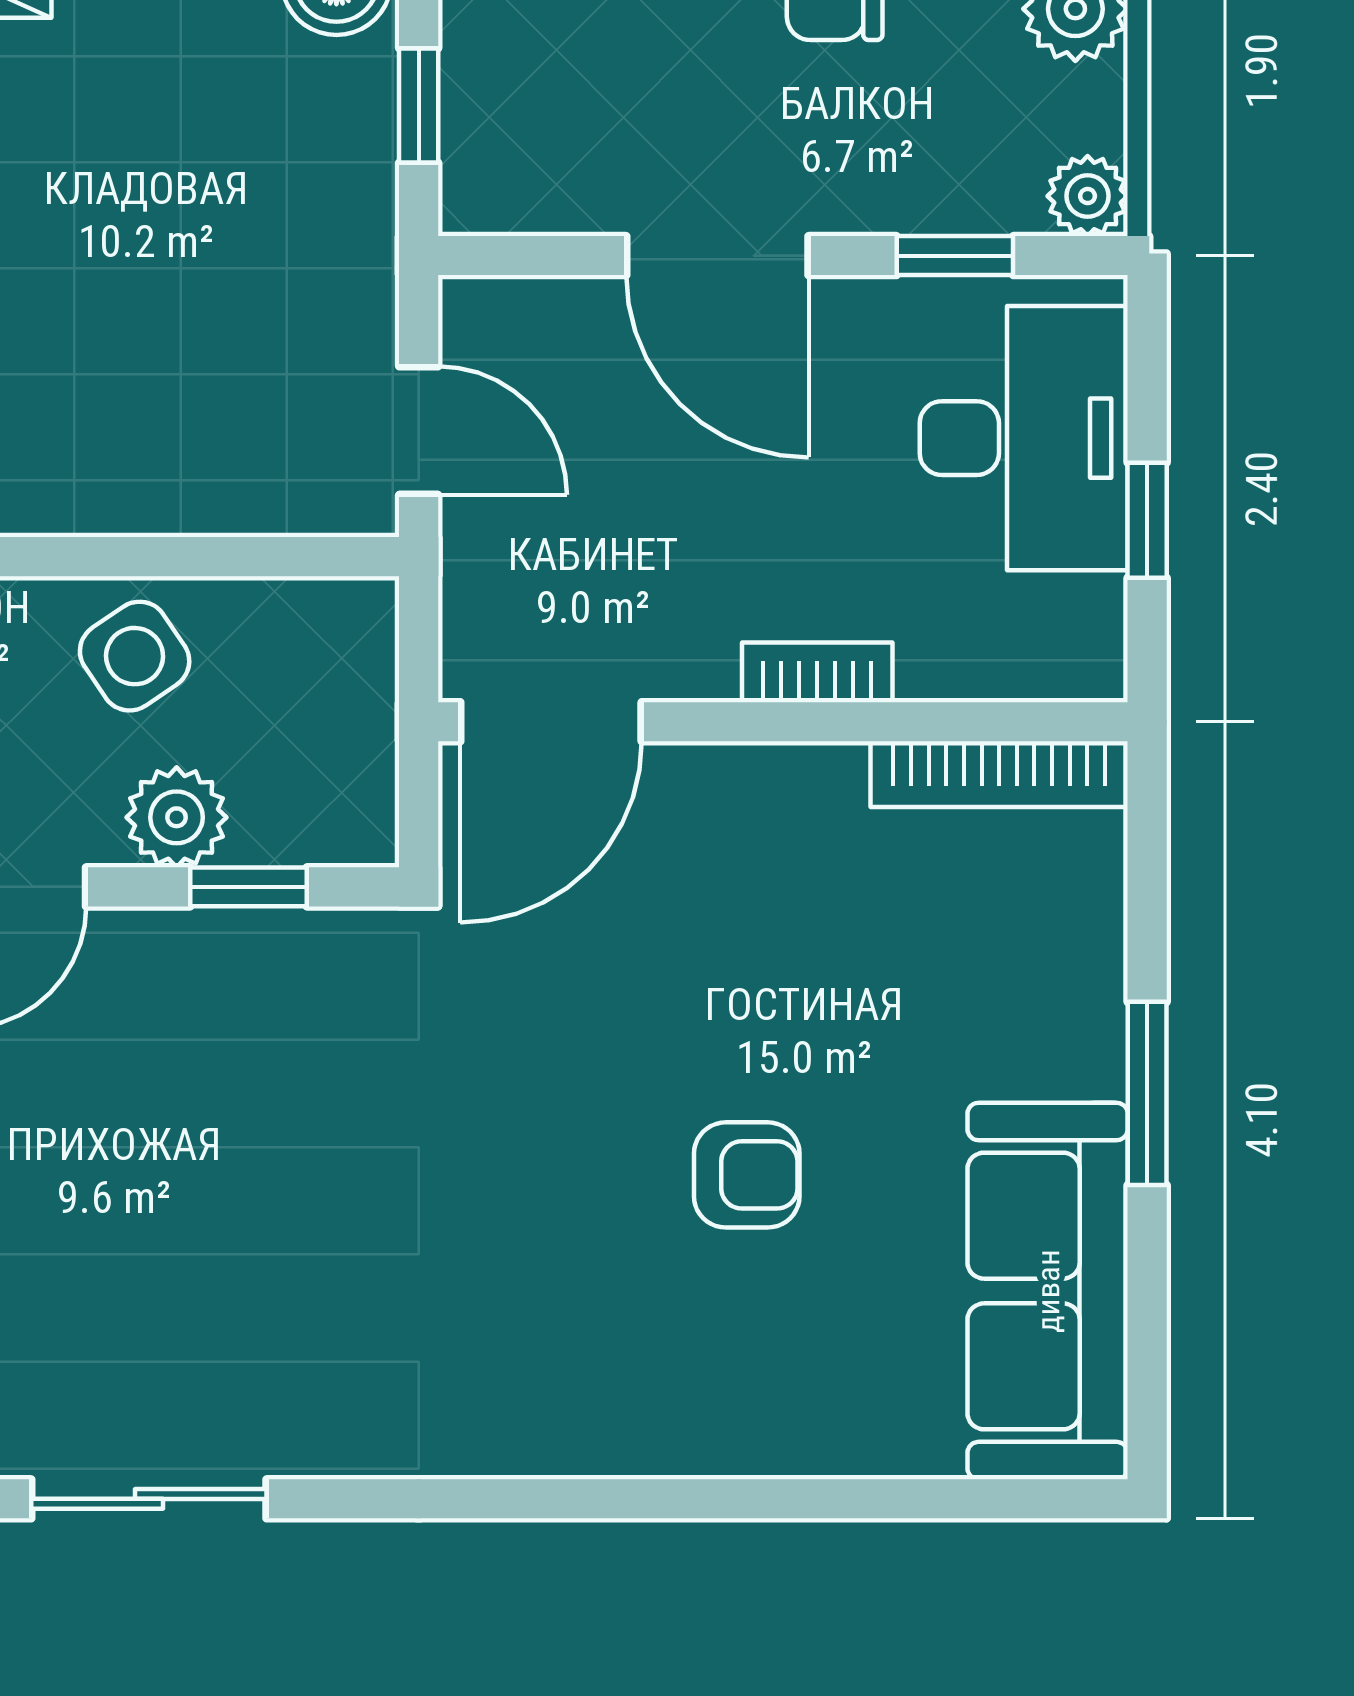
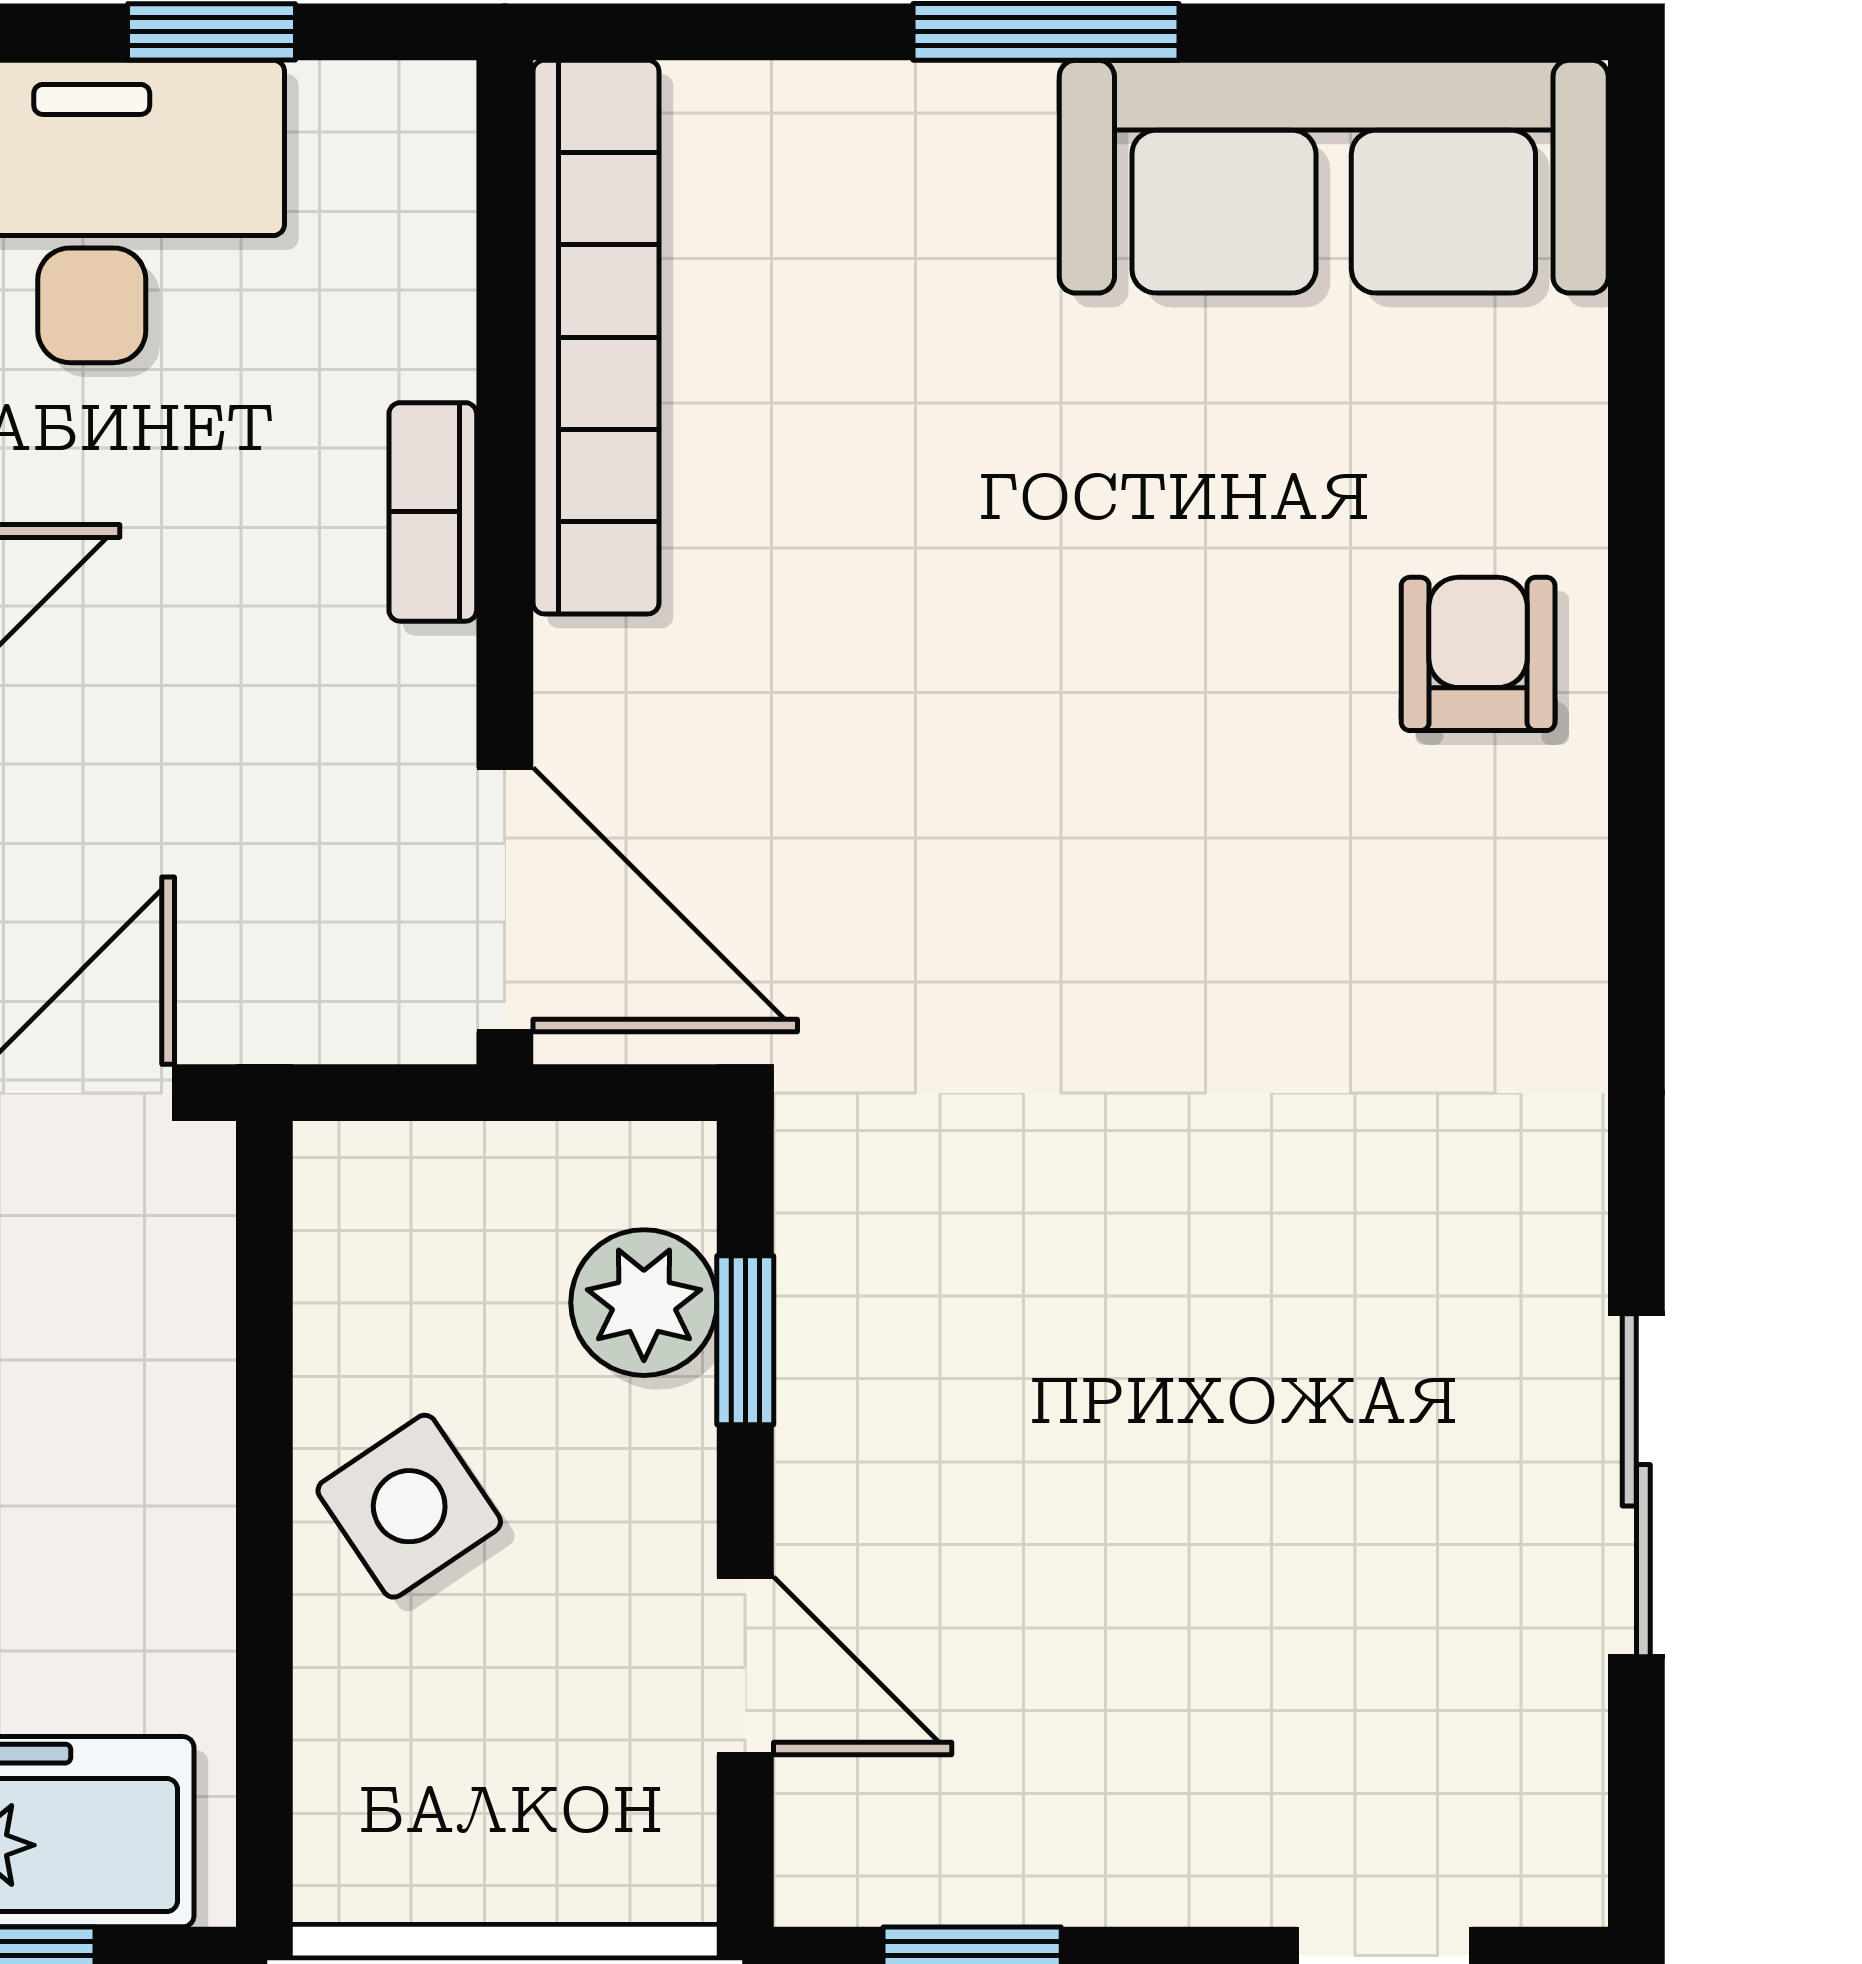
bookcase: (999, 774) -> (596, 337), width x1.48, depth x1.31
plant: (177, 817) -> (644, 1303), moved
armchair: (747, 1175) -> (1478, 654), moved

